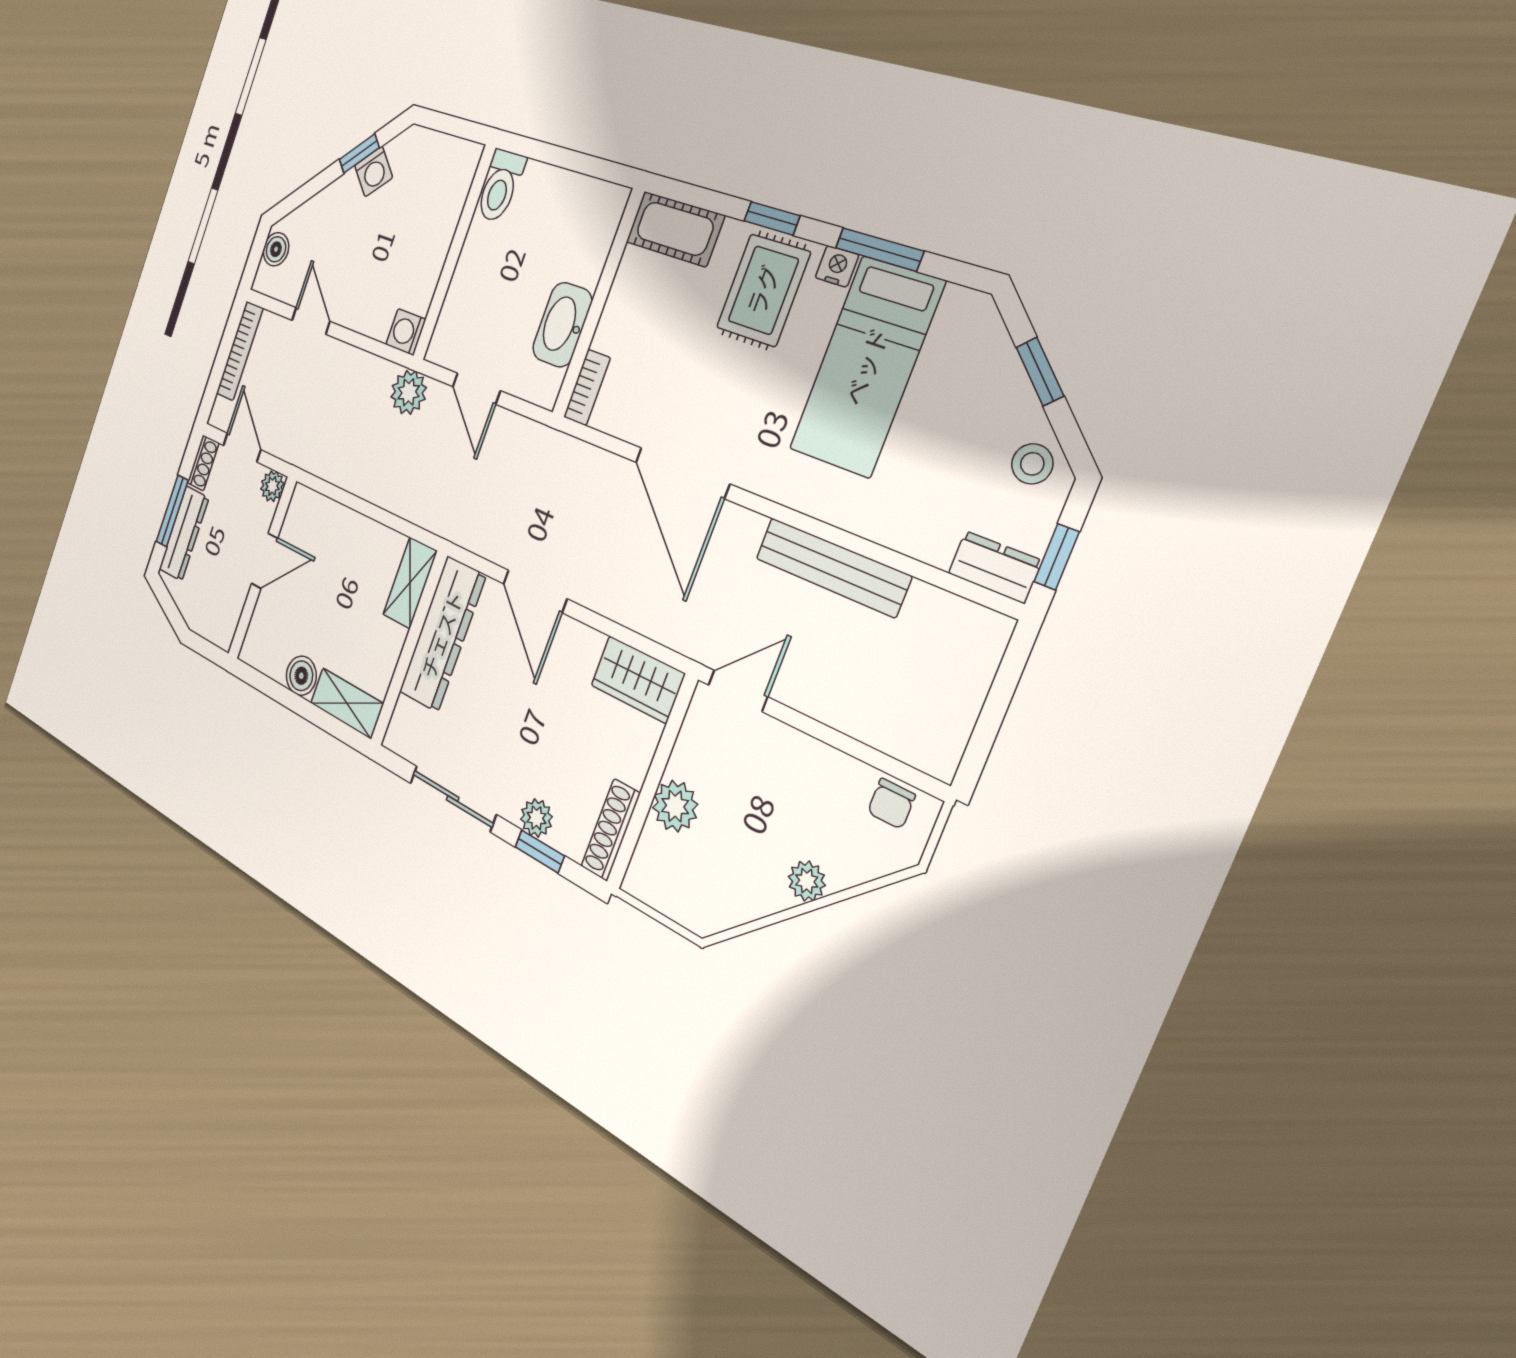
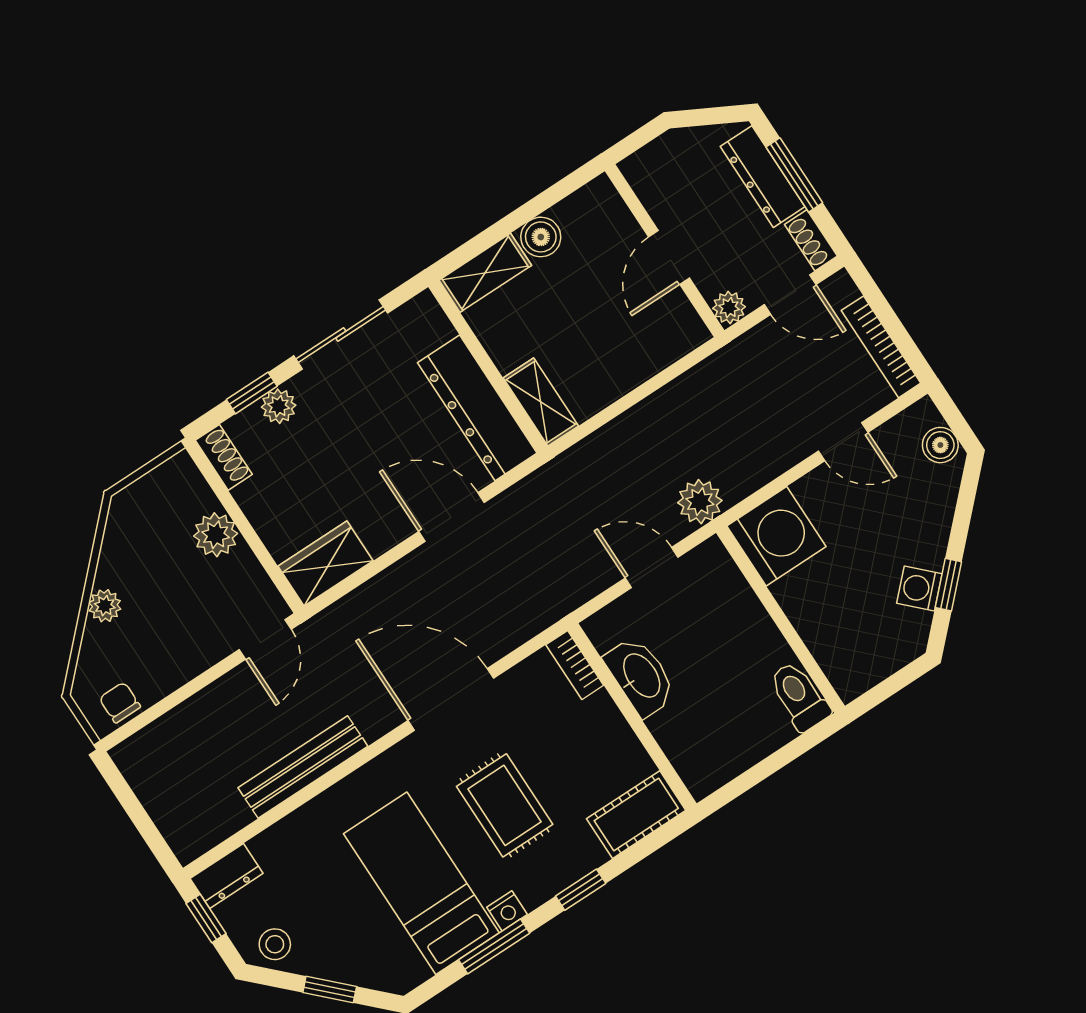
rug: (763, 290) -> (505, 805), moved
washing machine: (406, 332) -> (776, 536), width x1.89, depth x1.89
shoe rack: (611, 830) -> (224, 457), width x0.70

